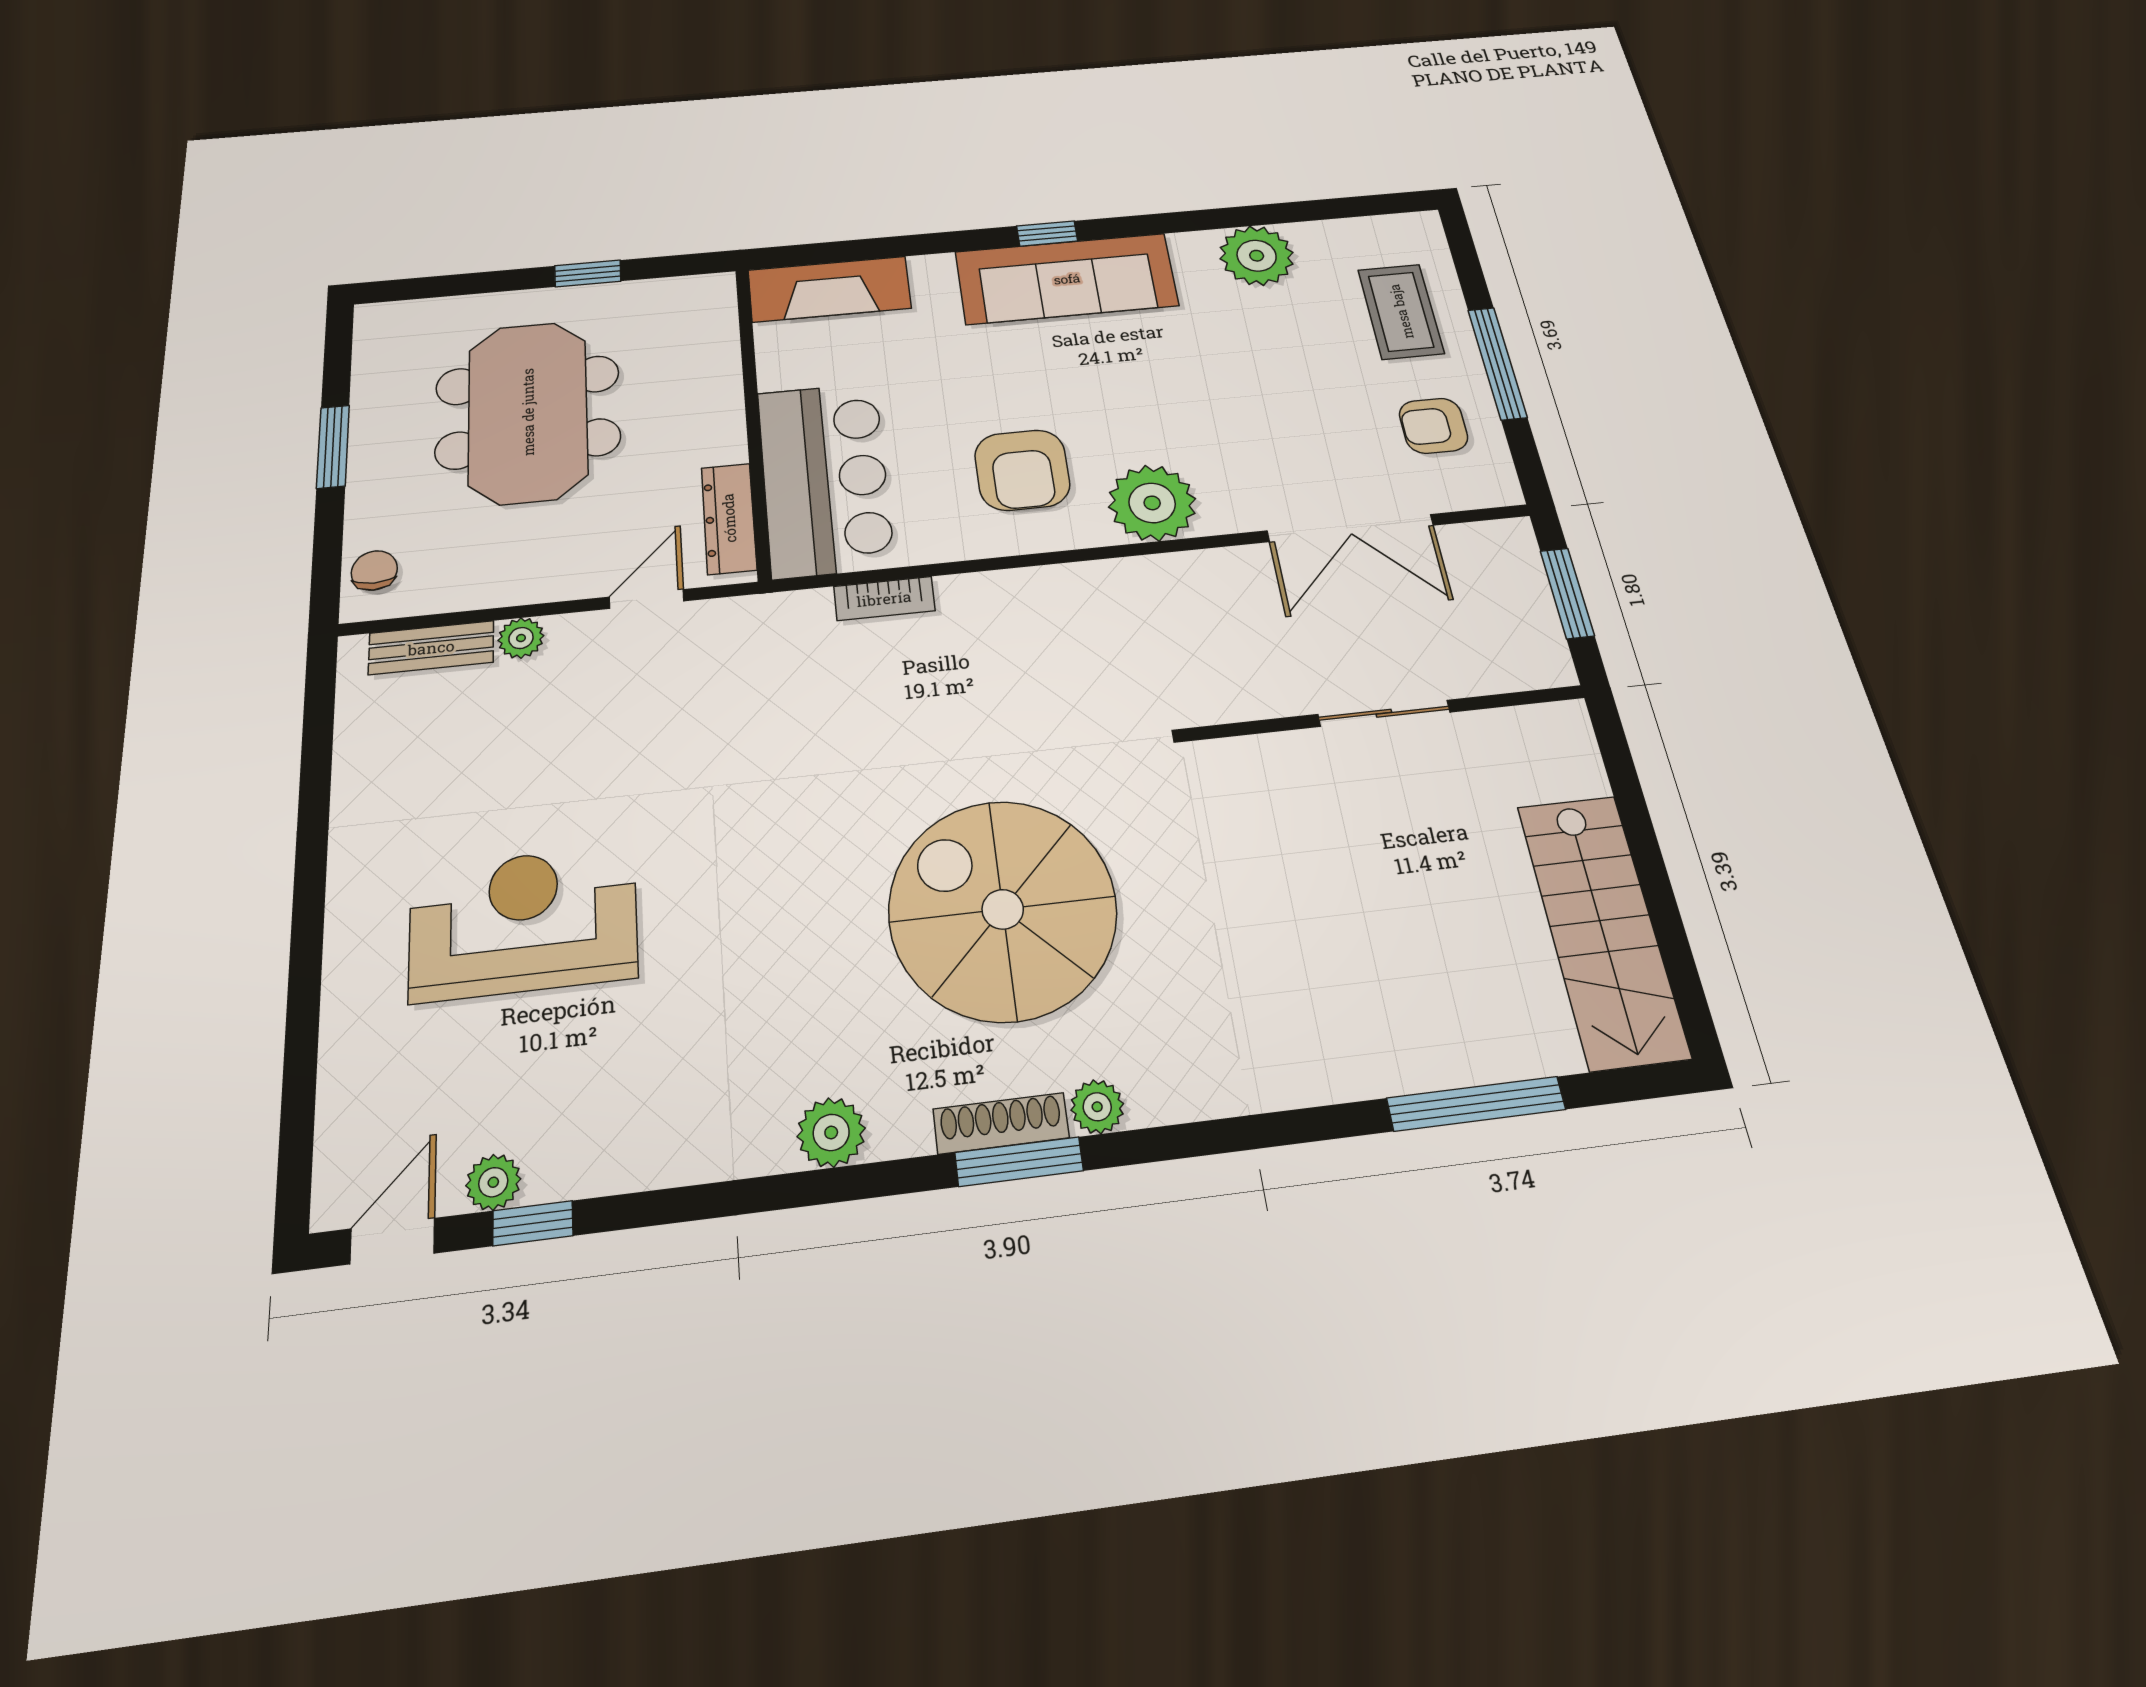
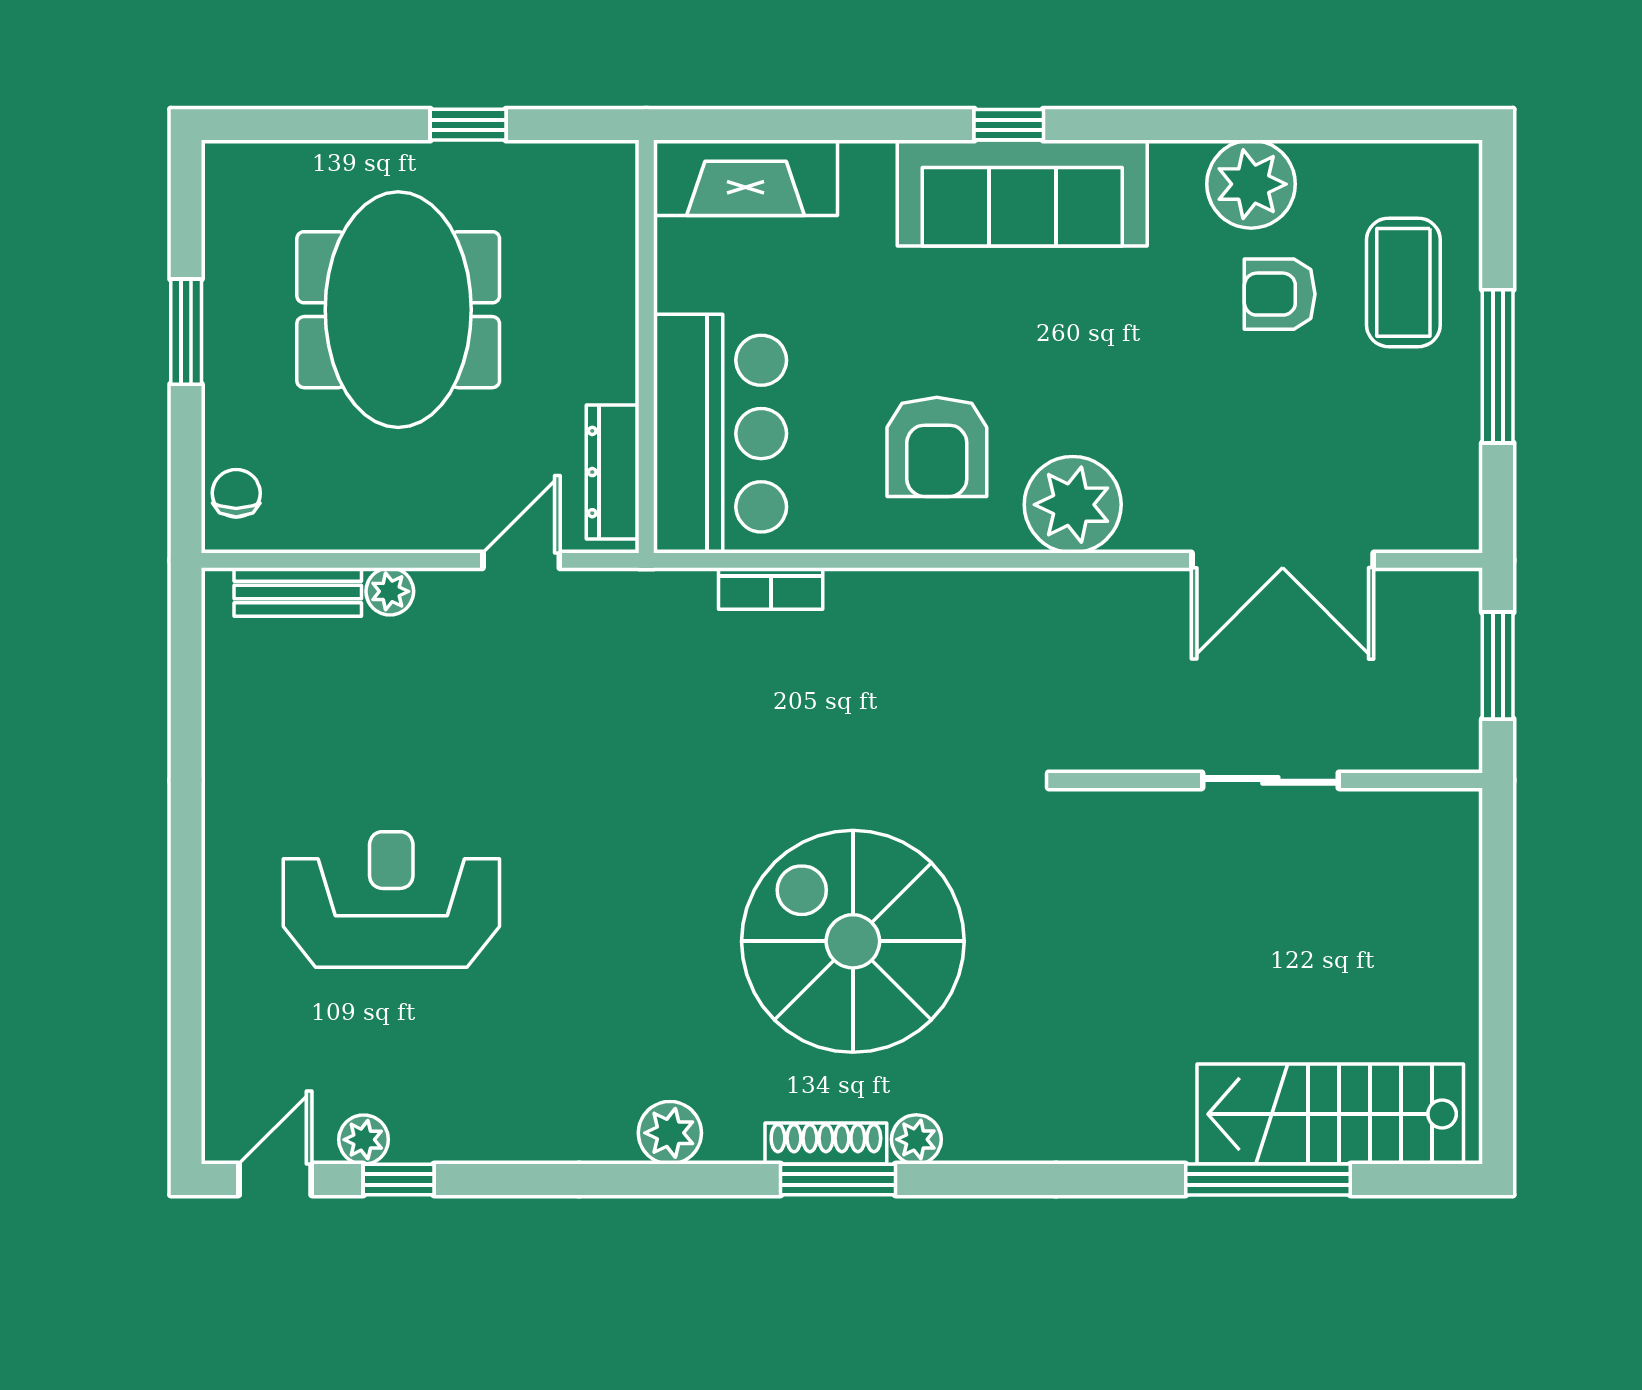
armchair: (1433, 426) -> (1280, 294), moved
stairs: (1602, 930) -> (1330, 1114), moved, turned 90

